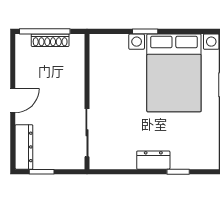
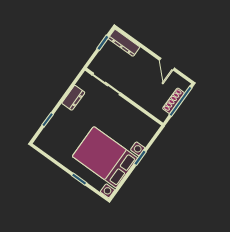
door: (13, 101) -> (167, 64), moved
dresser: (153, 160) -> (73, 98), moved

